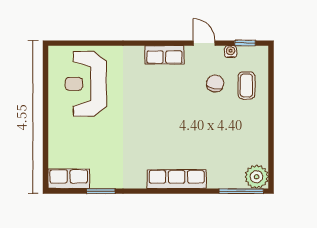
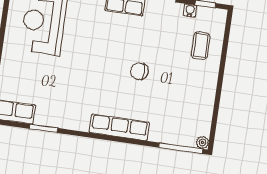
chair: (215, 83) -> (139, 71), moved, turned -102
plant: (257, 177) -> (202, 142), width x0.53, depth x0.53

